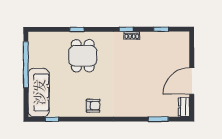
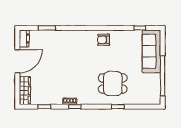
wardrobe: (183, 48) -> (25, 90), added
dining table: (83, 56) -> (113, 84), turned 90

